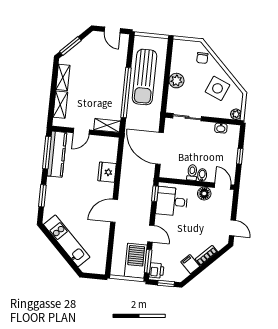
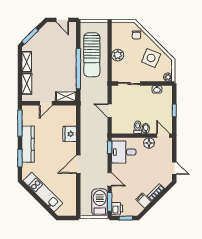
door: (160, 148) -> (110, 111), width x0.53
kitchen counter: (57, 154) -> (28, 144), moved

